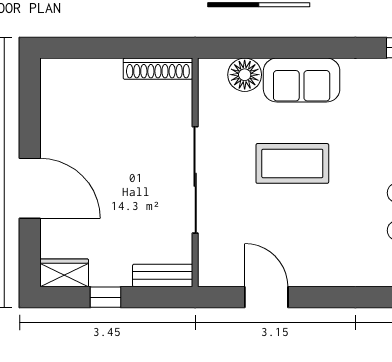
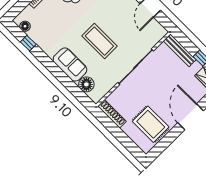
rug: (81, 114) -> (151, 124), added
bench: (163, 275) -> (180, 50), width x1.36

